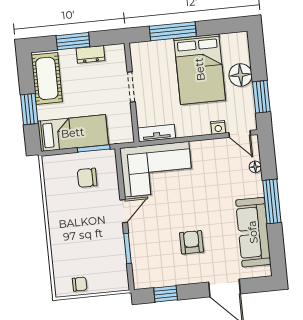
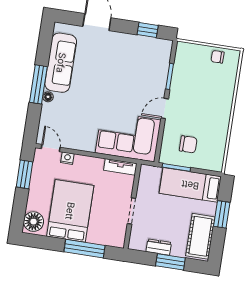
floor lamp: (241, 75) -> (34, 222), moved
floor lamp: (255, 167) -> (48, 97), moved
armchair: (191, 242) -> (115, 68), removed

